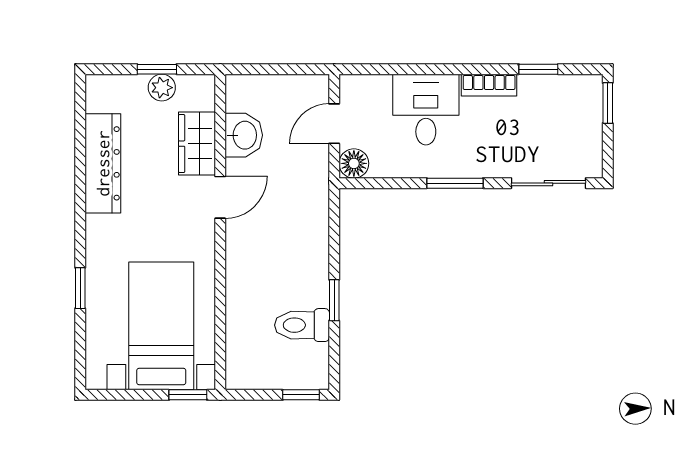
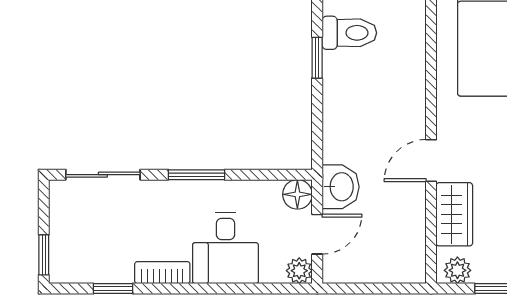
plant: (352, 87) -> (299, 271), added
plant: (162, 88) -> (457, 270), moved
washbasin: (244, 135) -> (341, 187), moved, turned 180

